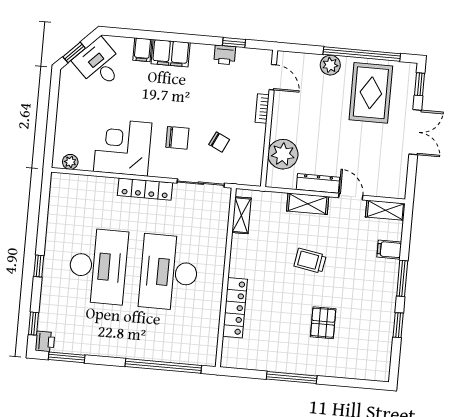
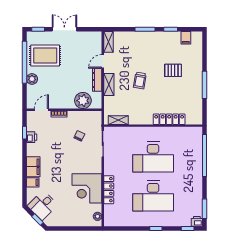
chair: (177, 138) -> (79, 159), removed
locker: (145, 189) -> (109, 190), moved
filing cabinet: (389, 250) -> (186, 38), moved
desk: (98, 266) -> (153, 196), turned 180

